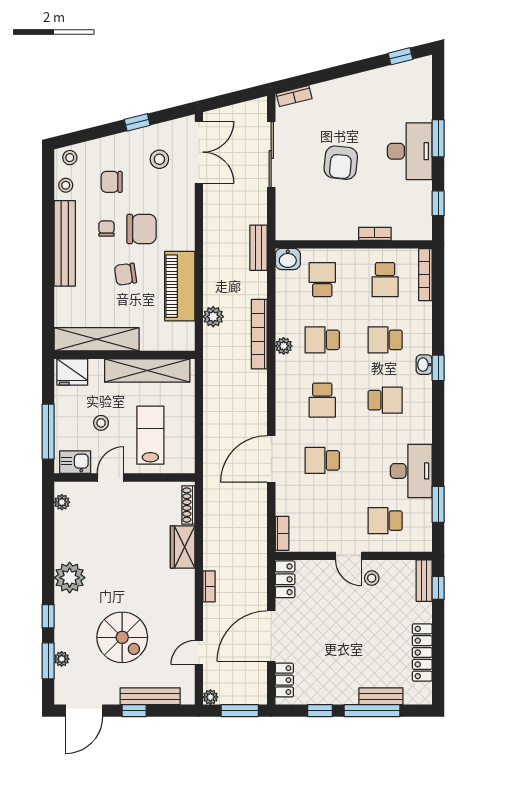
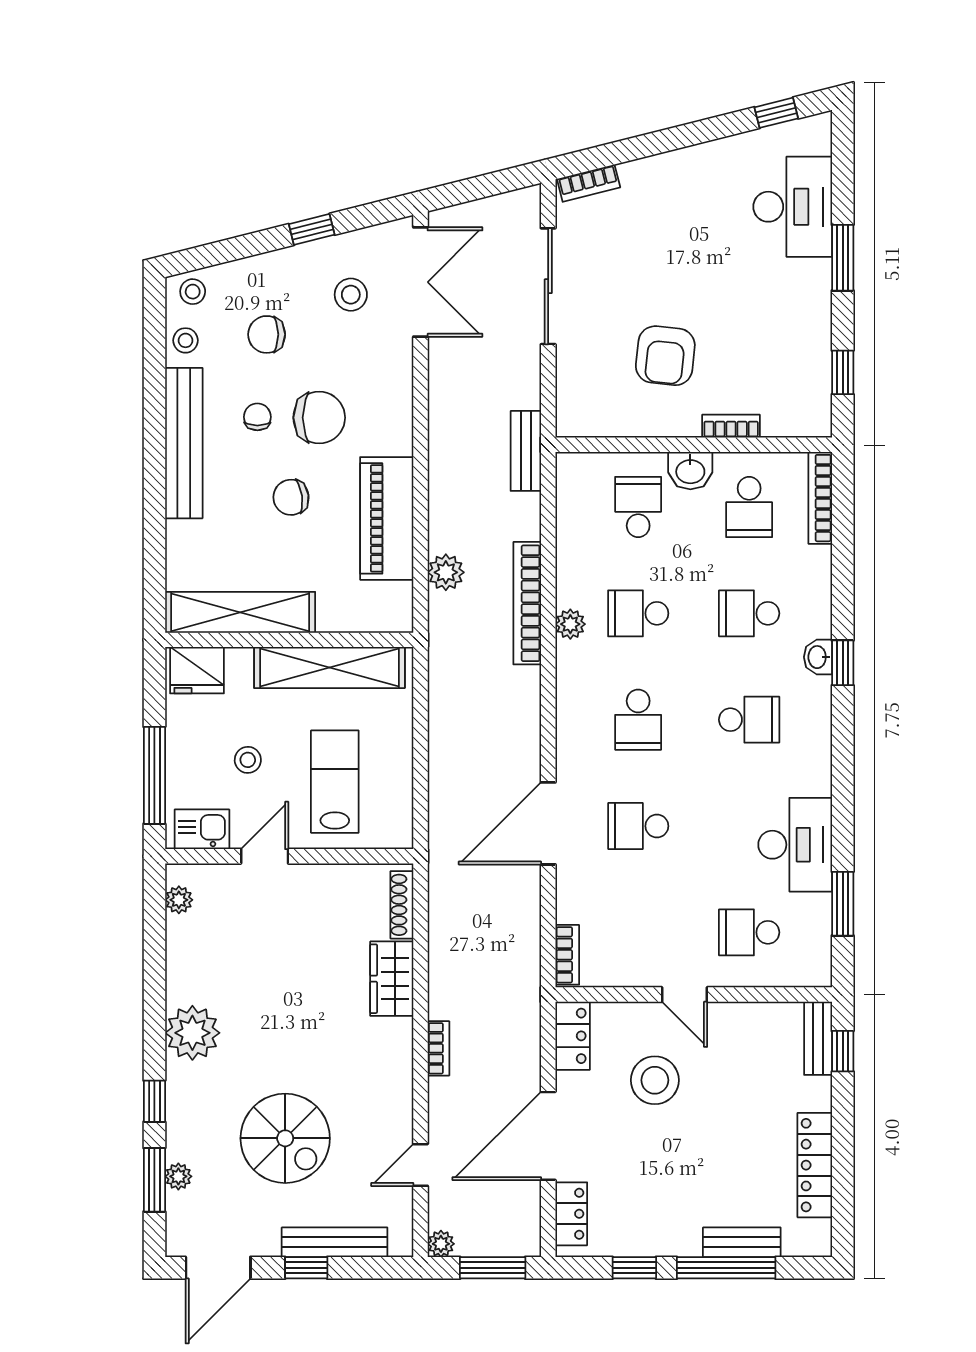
desk: (410, 151) -> (793, 207), moved
armchair: (341, 163) -> (665, 356), moved
washbasin: (288, 259) -> (690, 471), moved
stool: (372, 578) -> (655, 1080), moved, width x1.89, depth x1.89

